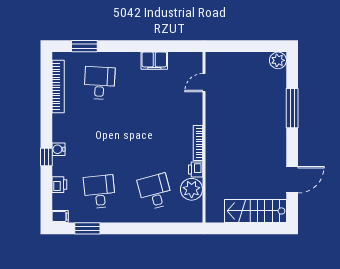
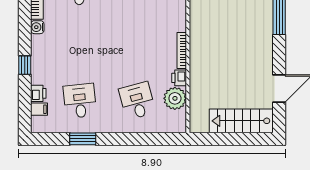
water cooler: (58, 149) -> (37, 27), moved
filing cabinet: (60, 217) -> (39, 109), moved
window: (87, 228) -> (83, 139), moved

